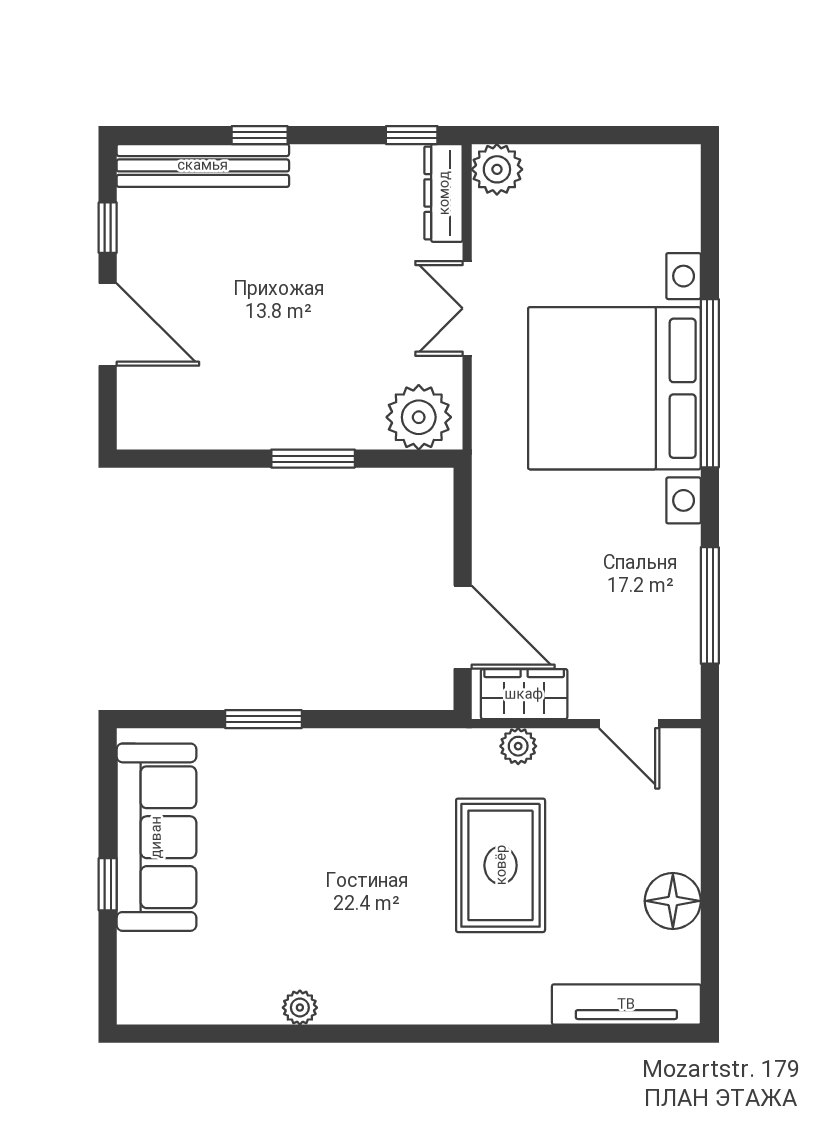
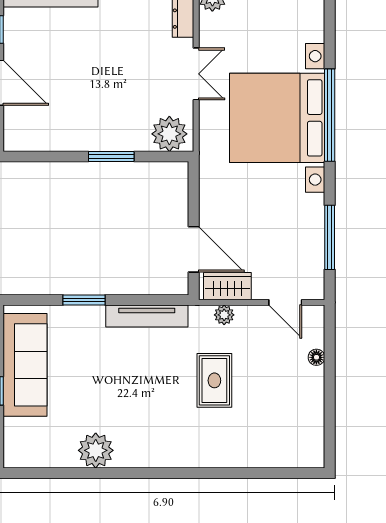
double door: (467, 308) -> (196, 74), swing flipped
rug: (501, 865) -> (214, 380), width x0.73, depth x0.70
floor lamp: (673, 901) -> (316, 357), moved, width x0.53, depth x0.53
tv unit: (626, 1004) -> (147, 316), moved, turned 180
plant: (300, 1008) -> (96, 450), width x1.87, depth x1.87

